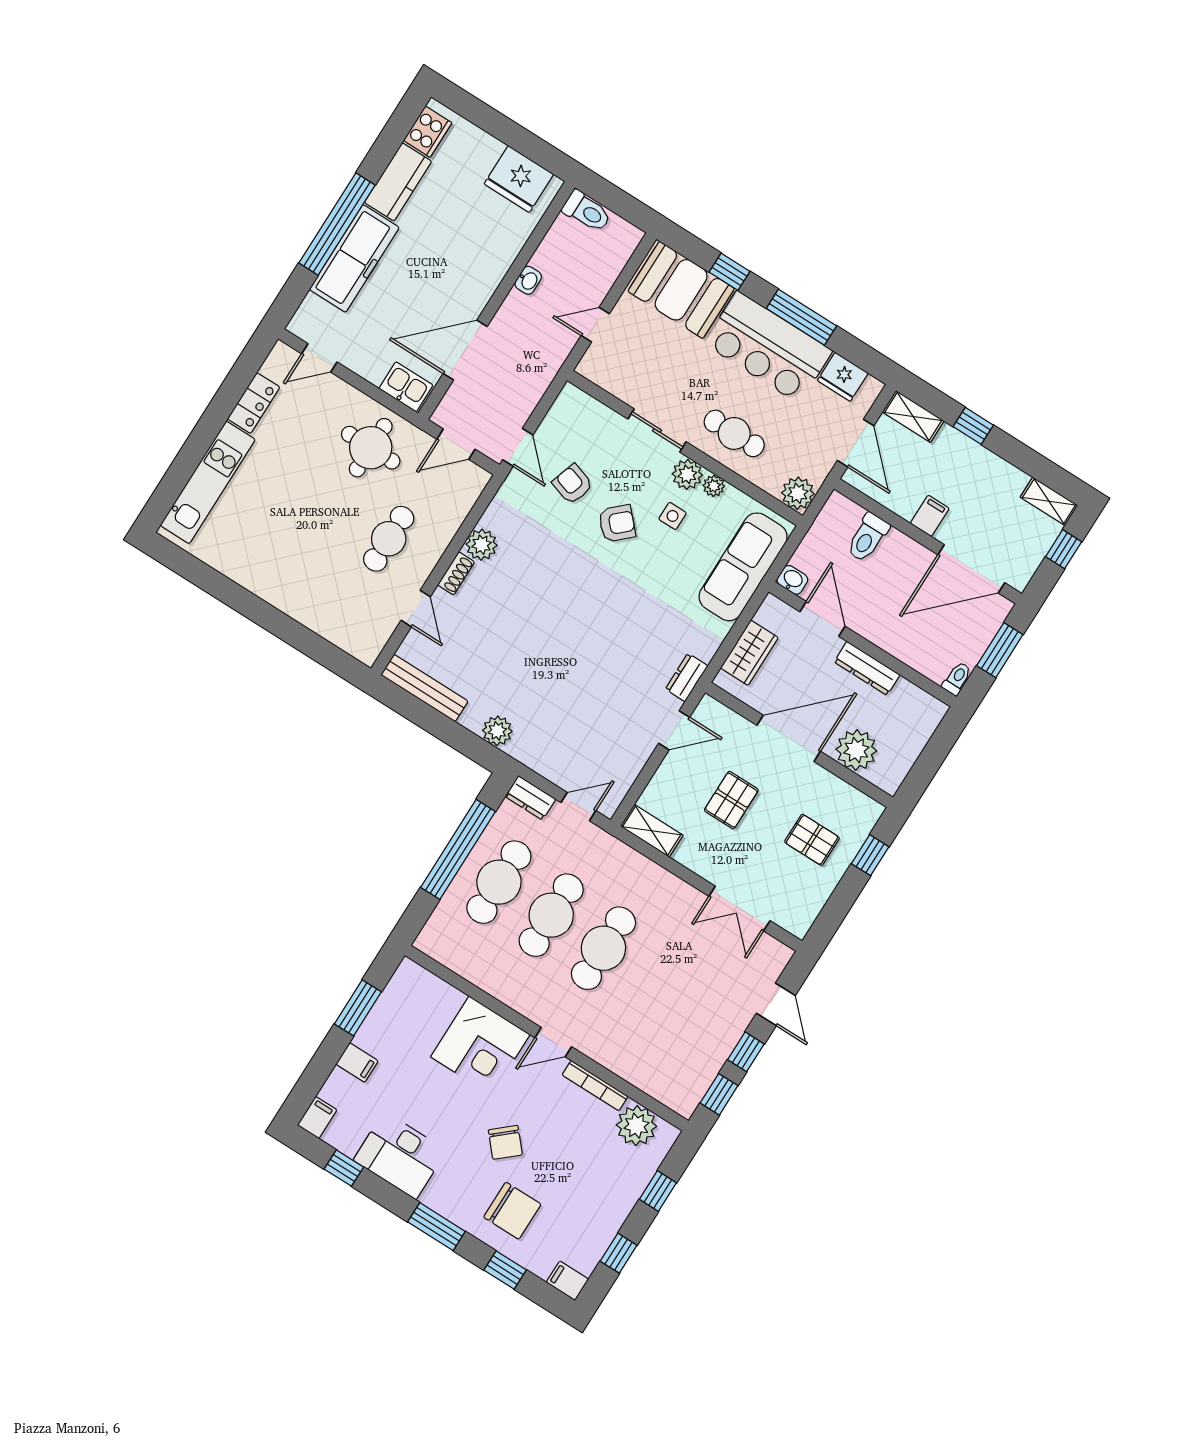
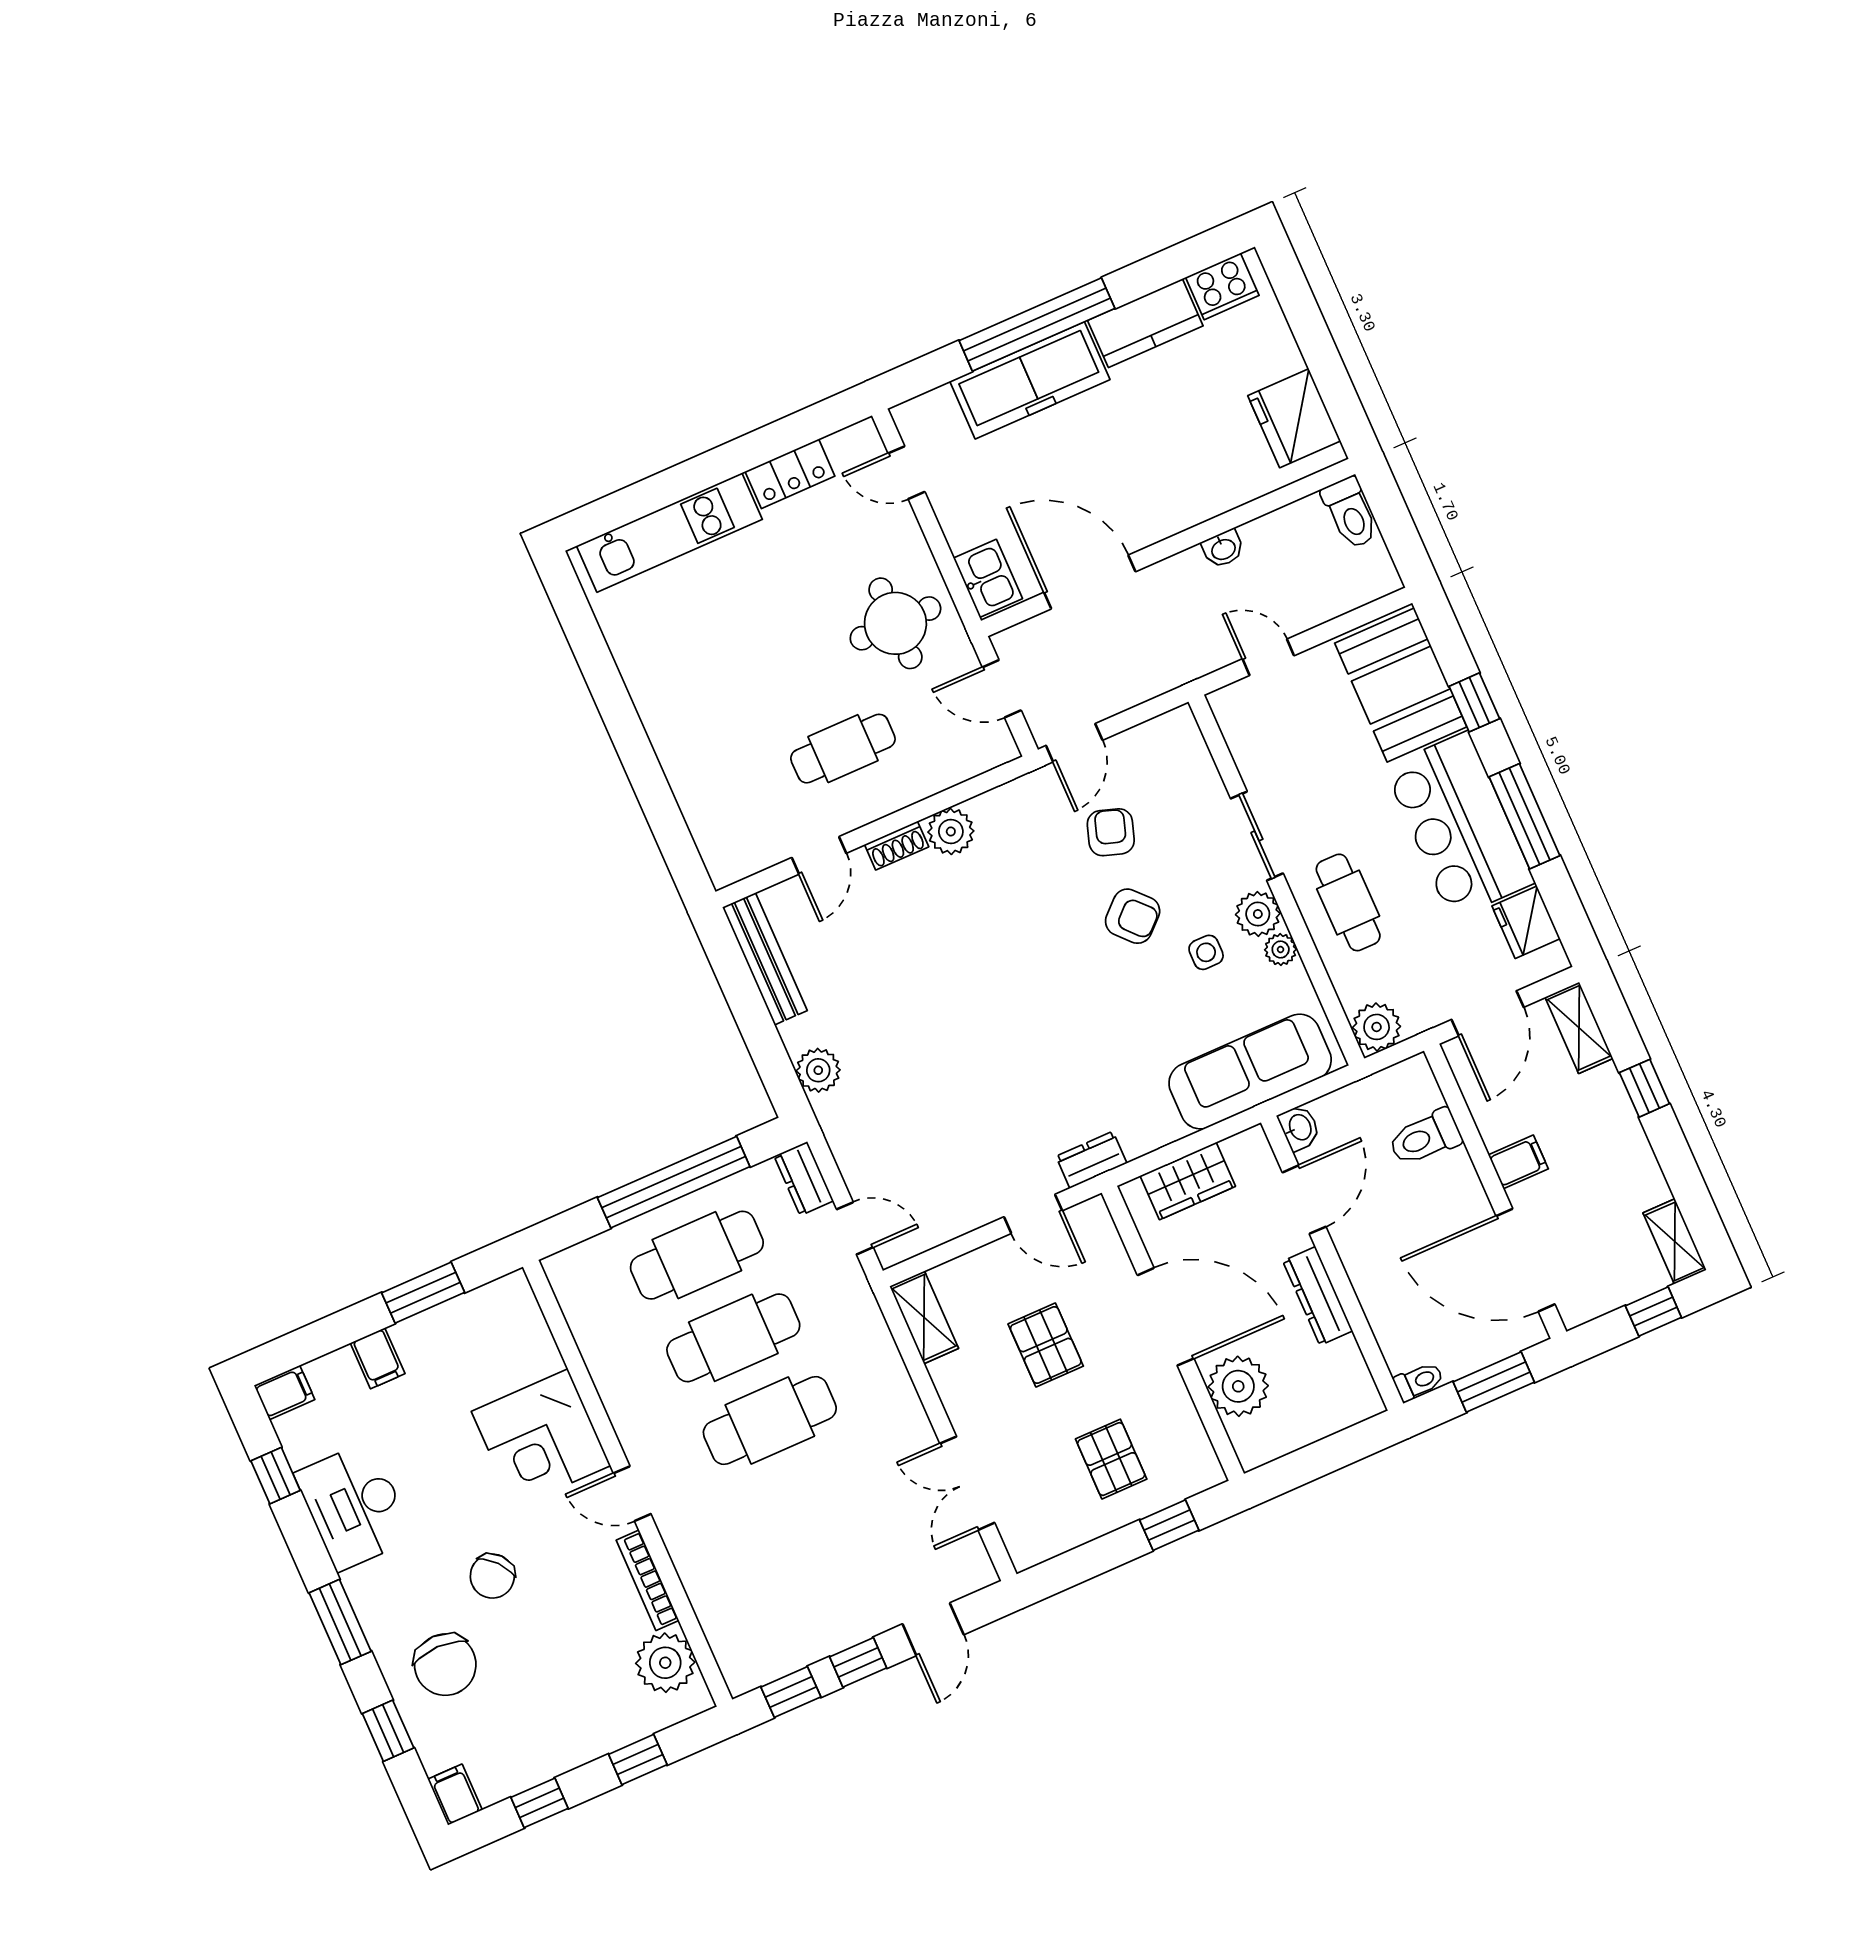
pallet: (731, 800) -> (1046, 1345), turned 90

